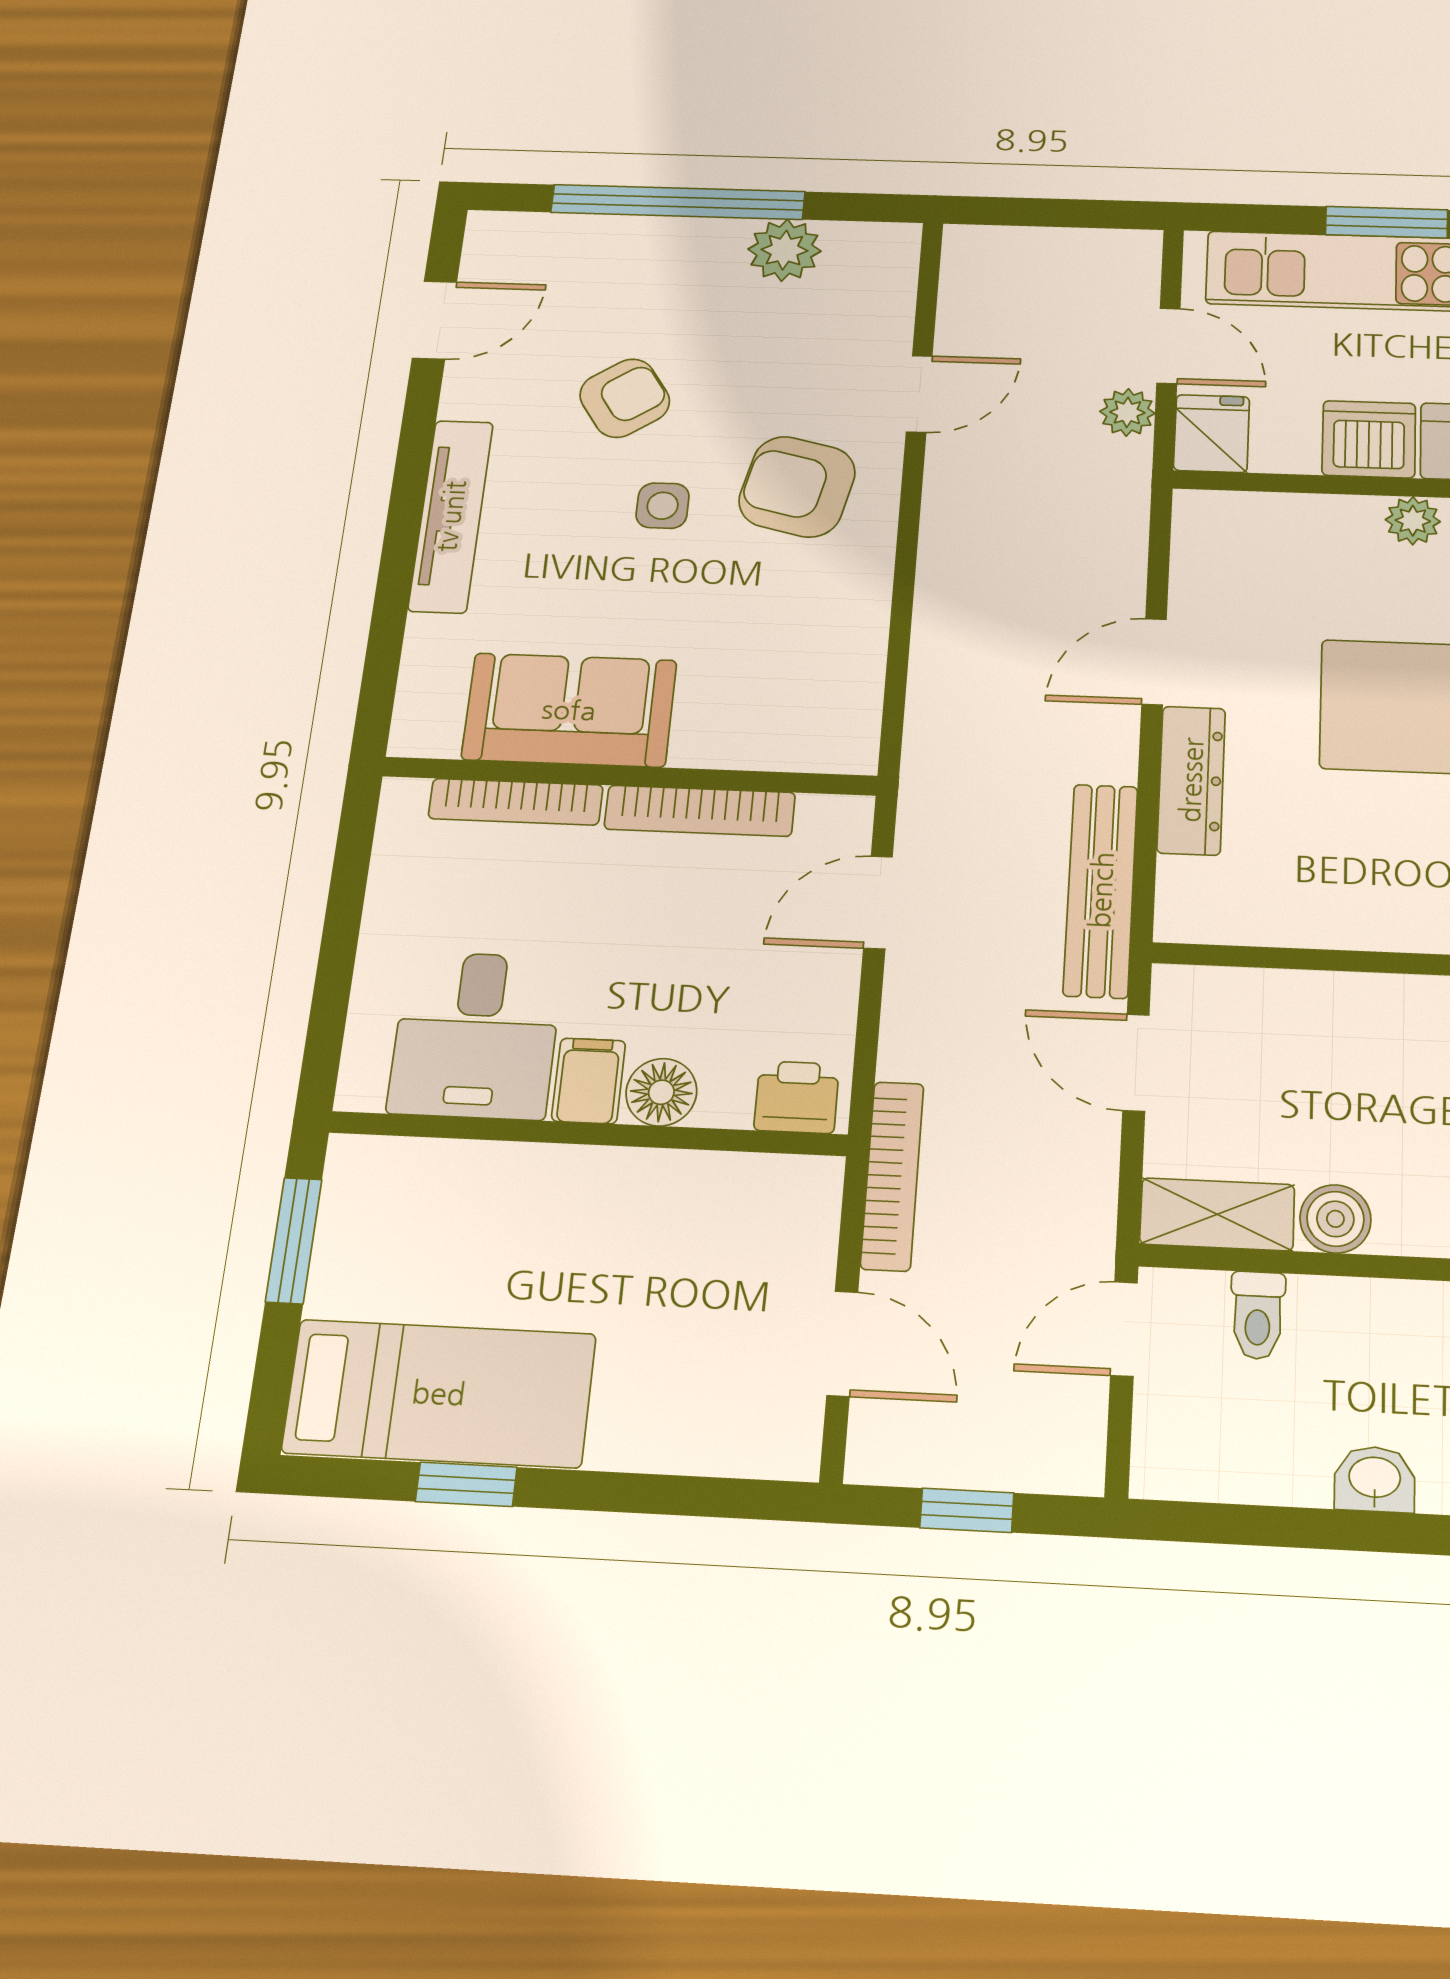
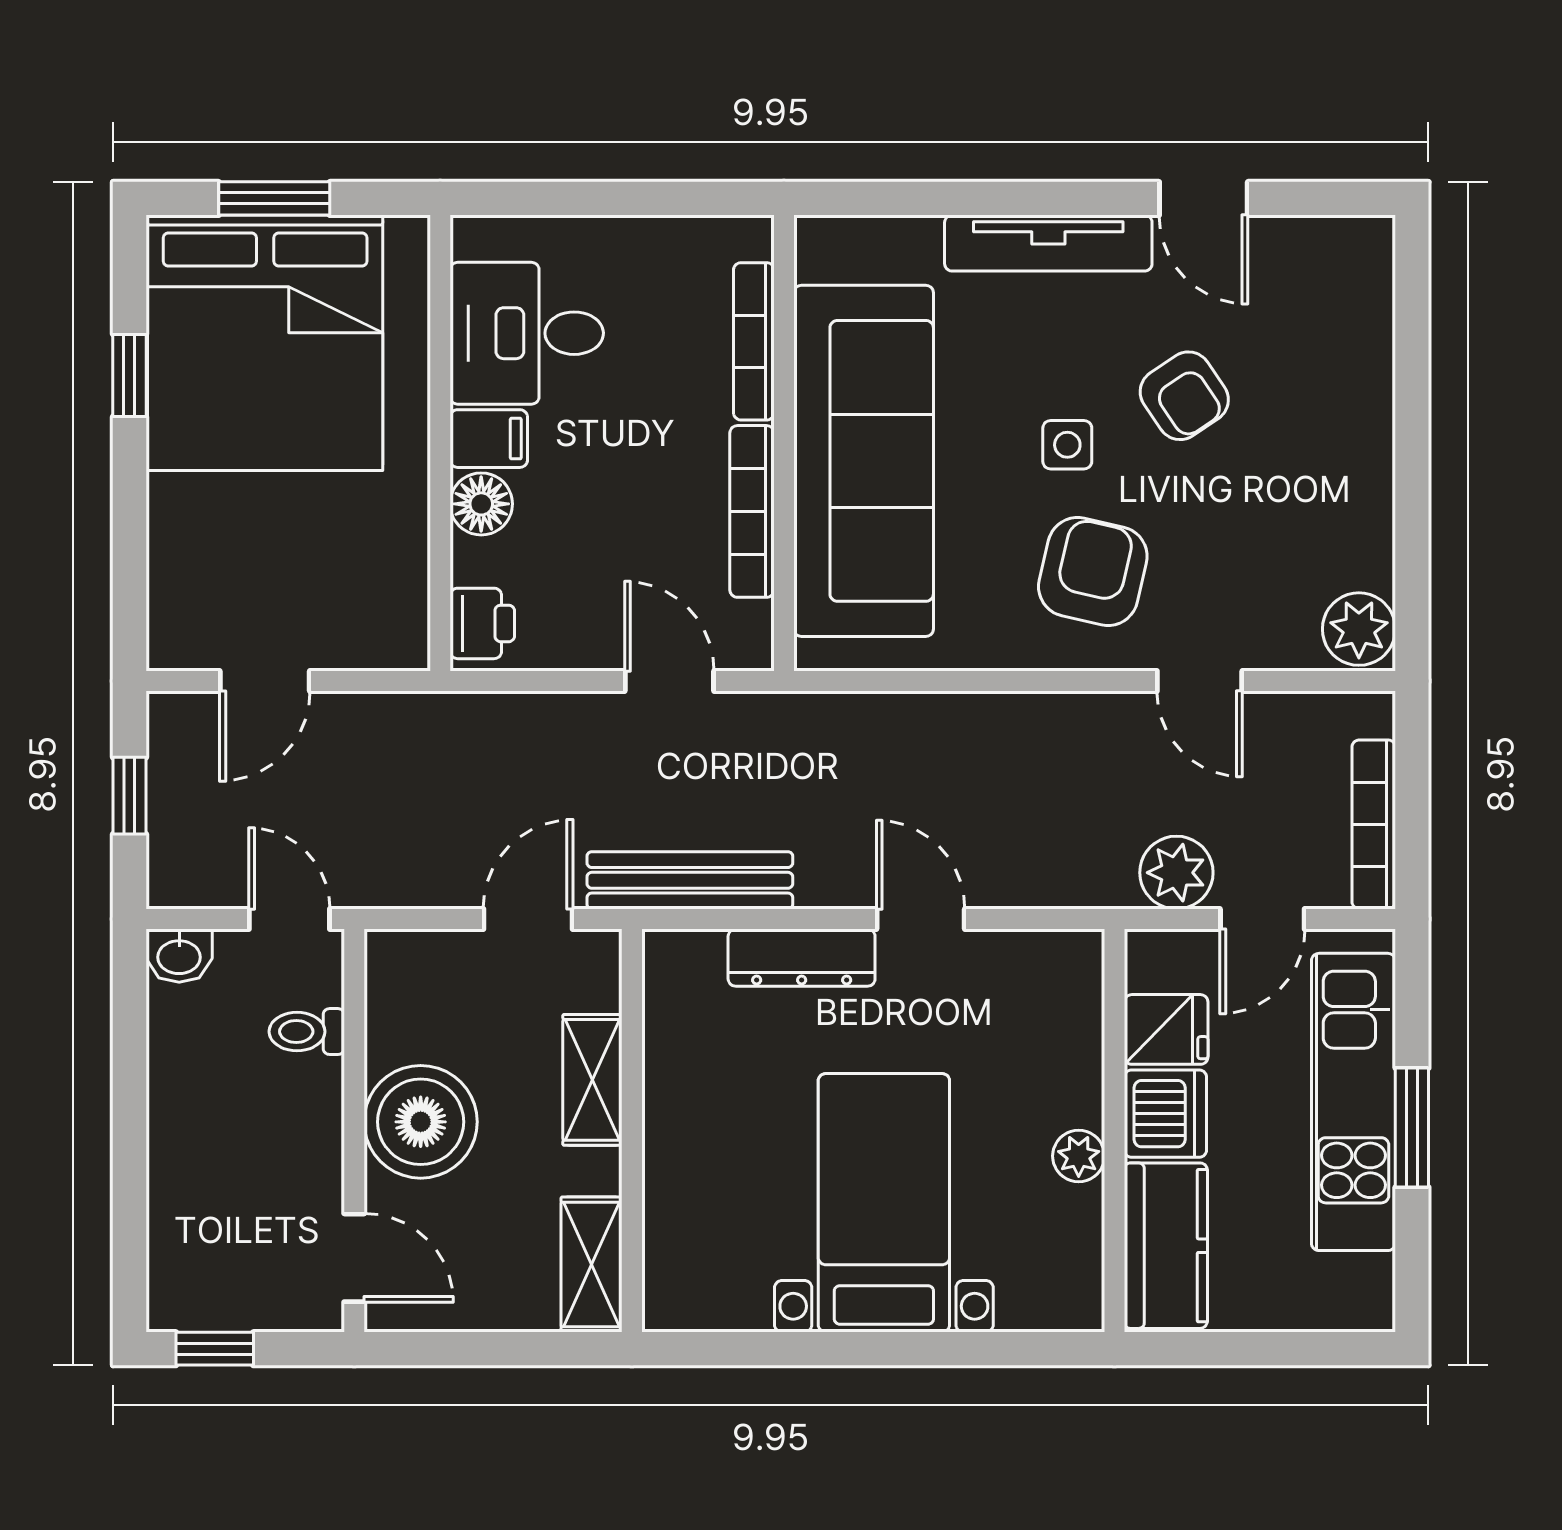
window: (678, 202) -> (1412, 425), removed
plant: (784, 250) -> (1359, 629), moved
door: (434, 320) -> (1203, 198), moved
plant: (1127, 412) -> (1176, 873), width x1.38, depth x1.38
fridge: (1212, 433) -> (1166, 1029), moved
sofa: (569, 710) -> (864, 461), width x1.85, depth x1.27
bookcase: (892, 1176) -> (1374, 824), moved, turned 90
shelving: (1217, 1214) -> (592, 1080), moved
boiler: (1335, 1219) -> (421, 1122), width x1.86, depth x1.86
window: (294, 1240) -> (274, 198), moved
bed: (439, 1393) -> (265, 343), width x2.04
washbasin: (1375, 1479) -> (179, 956), moved, turned 90

